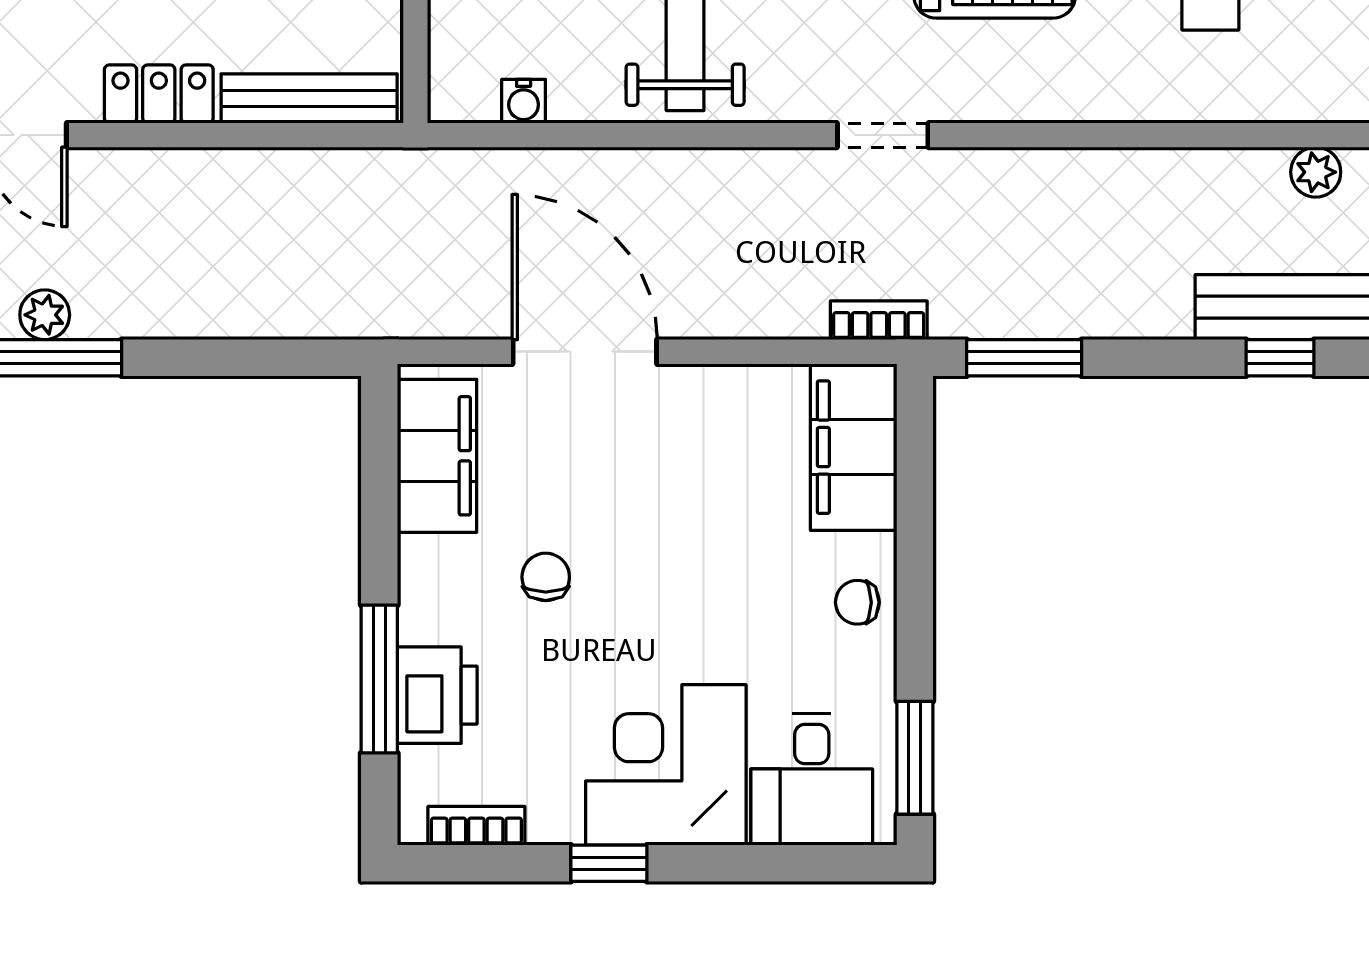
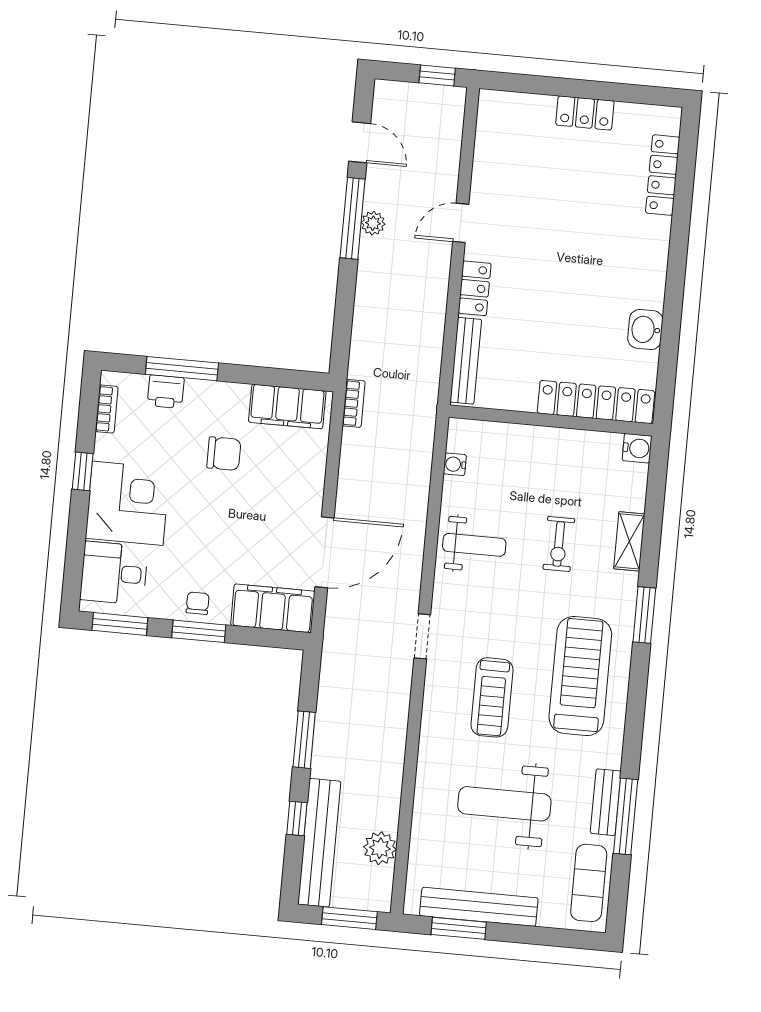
plant: (1316, 172) -> (380, 848), width x1.38, depth x1.38
bookcase: (879, 320) -> (354, 403), moved
door: (585, 352) -> (324, 552), moved
window: (1024, 358) -> (304, 740), moved
chair: (546, 577) -> (224, 454), width x1.37, depth x1.37
window: (915, 595) -> (199, 631), added
printer: (437, 695) -> (166, 392), width x0.73, depth x0.81

